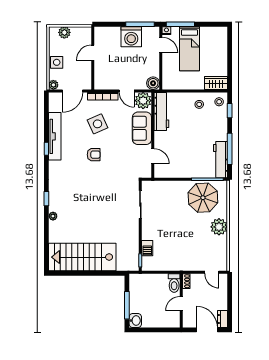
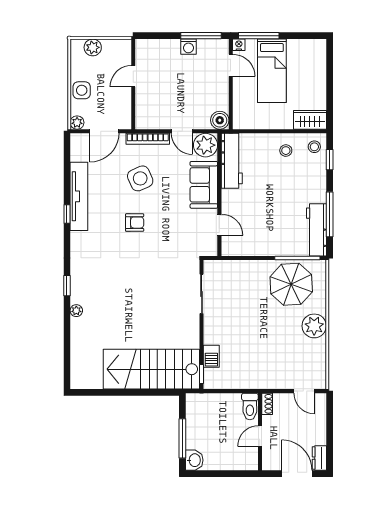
washing machine: (131, 37) -> (188, 47), width x0.53, depth x0.53
stairs: (82, 257) -> (151, 369), moved

